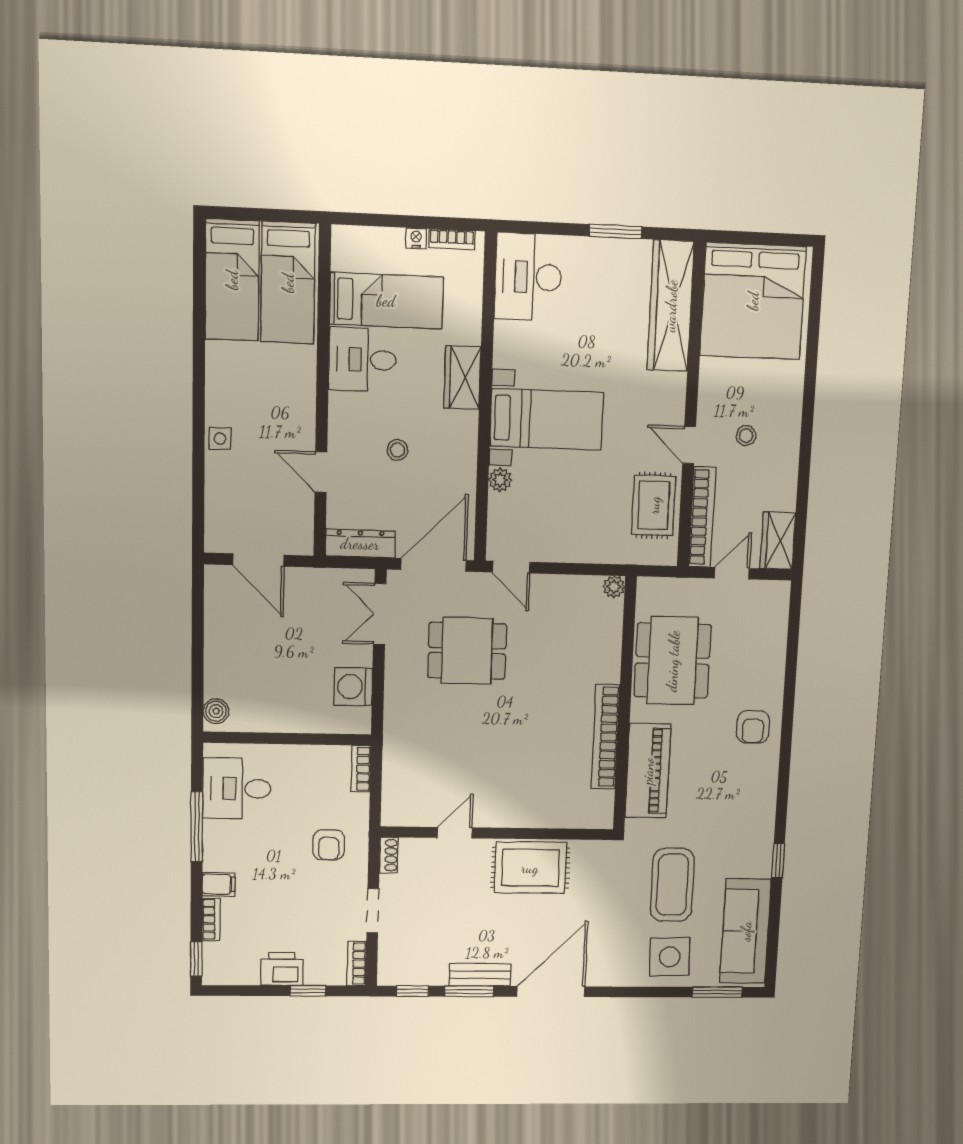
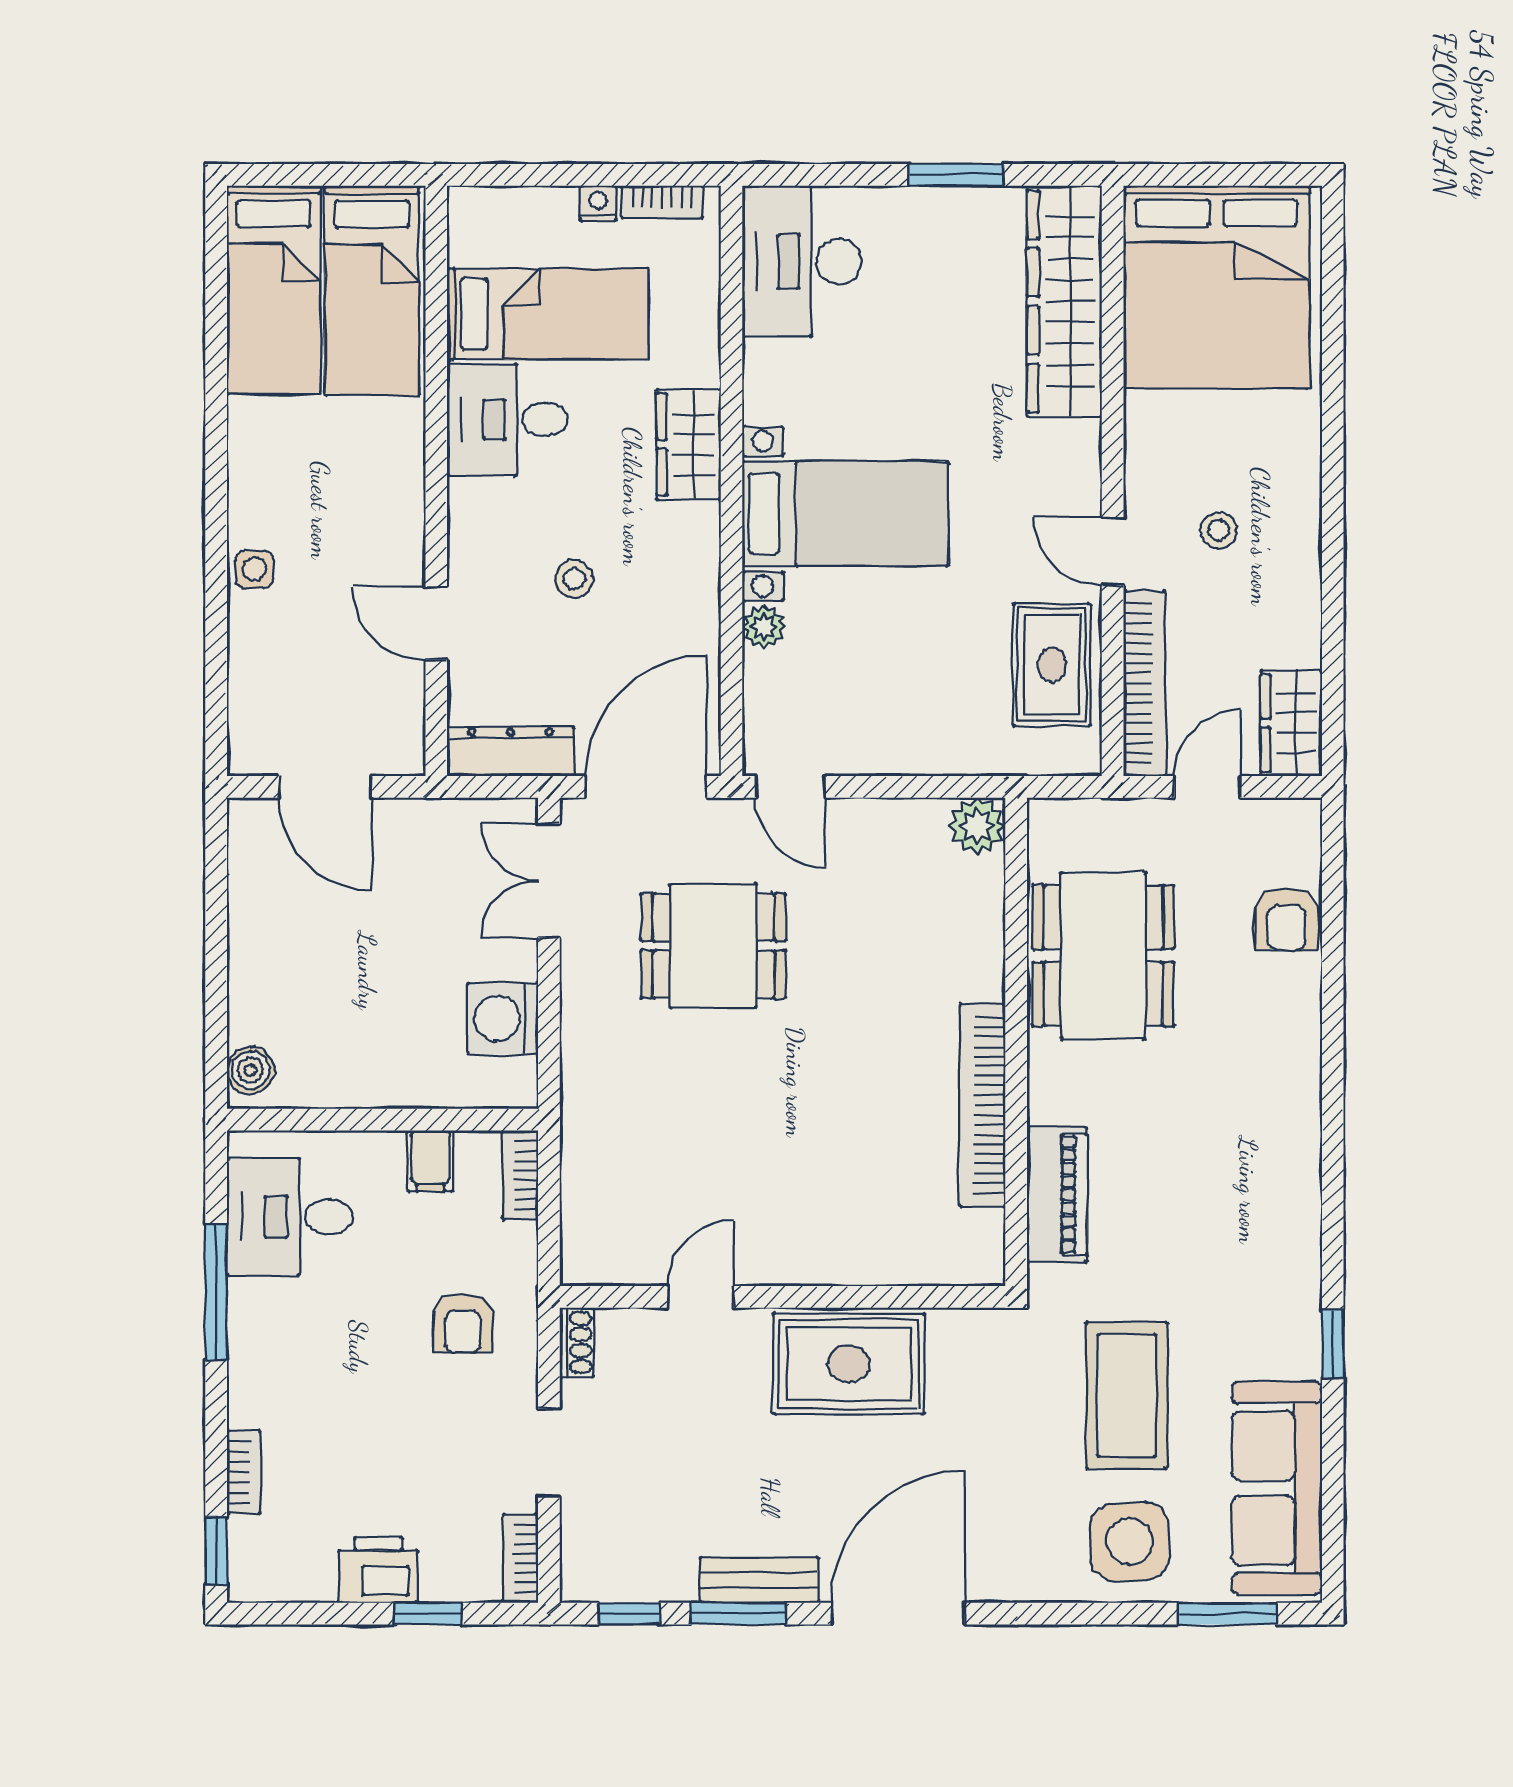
plant: (614, 587) -> (977, 826), width x1.38, depth x1.38
armchair: (753, 727) -> (1286, 919), moved
piano: (648, 771) -> (1057, 1194), width x0.73, depth x0.75
filing cabinet: (219, 884) -> (430, 1161), moved, turned 90

